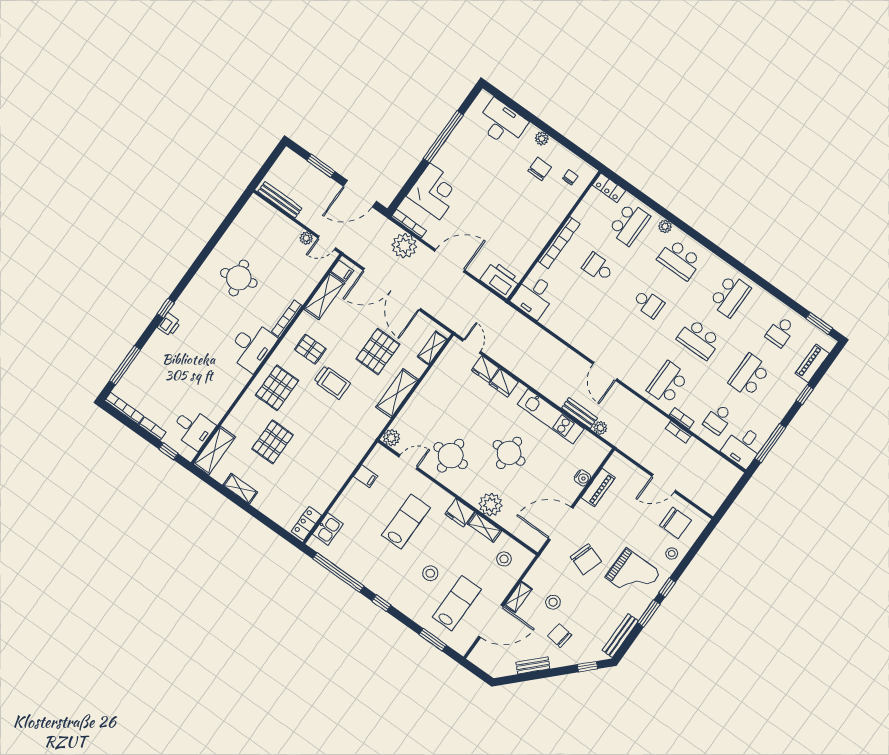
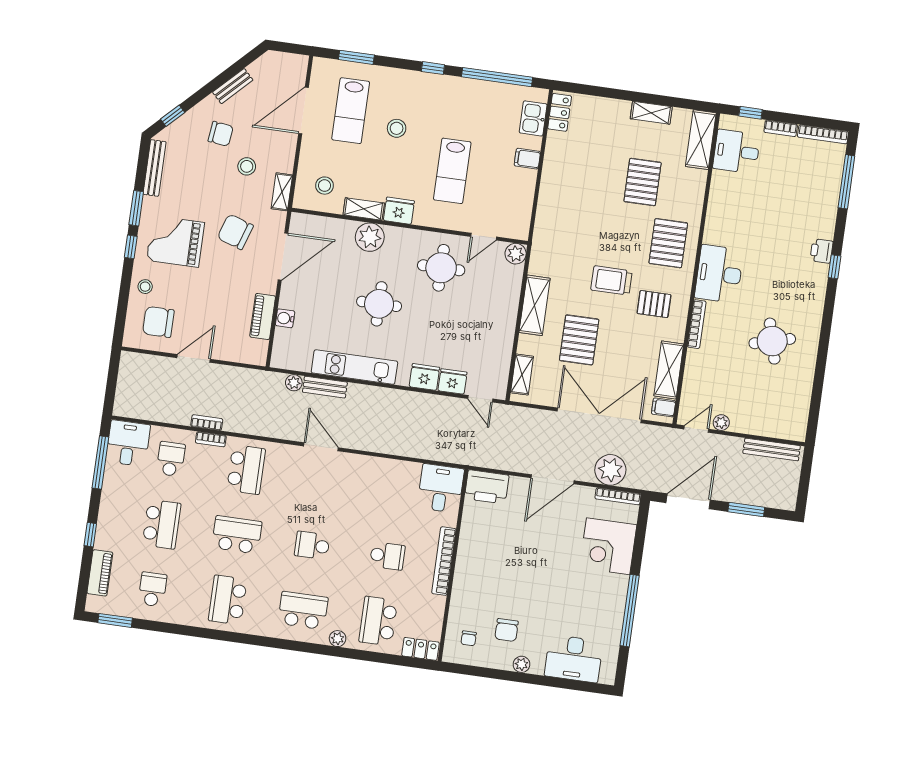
filing cabinet: (366, 476) -> (527, 159), moved
shelving: (518, 597) -> (282, 192), moved

